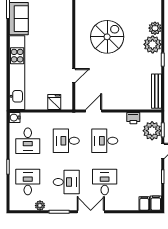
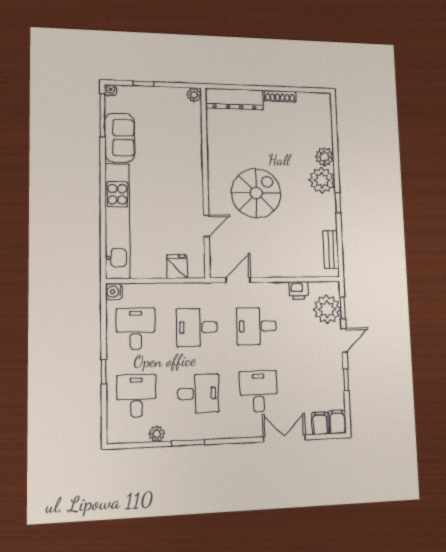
spiral stairs: (107, 37) -> (256, 193), moved
bench: (157, 91) -> (331, 249), width x0.73
desk: (28, 141) -> (136, 329), turned 180
double door: (91, 212) -> (284, 438), moved

